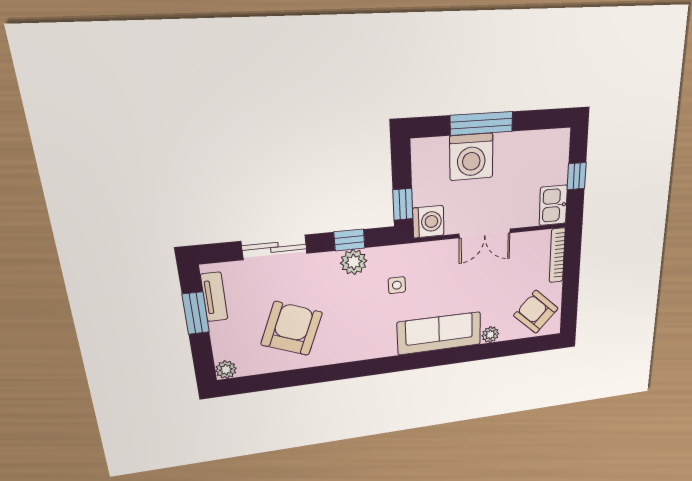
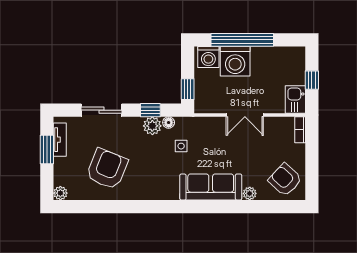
window: (482, 123) -> (242, 40), width x1.46
washing machine: (428, 222) -> (208, 57), moved, turned 90
floor lamp: (377, 255) -> (169, 123), added
bookcase: (557, 255) -> (300, 130), width x0.64

